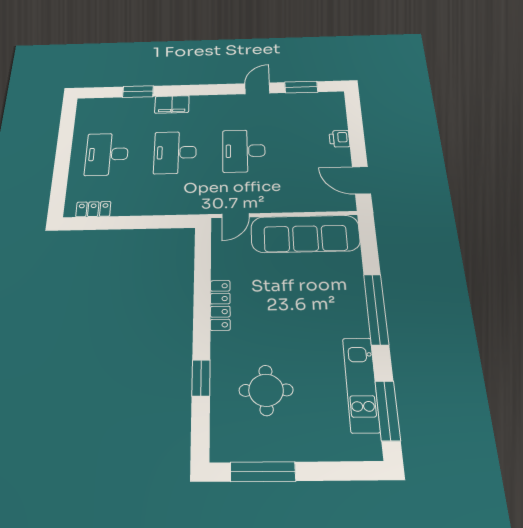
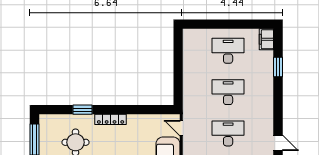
filing cabinet: (172, 104) -> (266, 39), moved
locker: (93, 209) -> (188, 46), removed
locker: (220, 305) -> (111, 119), moved

